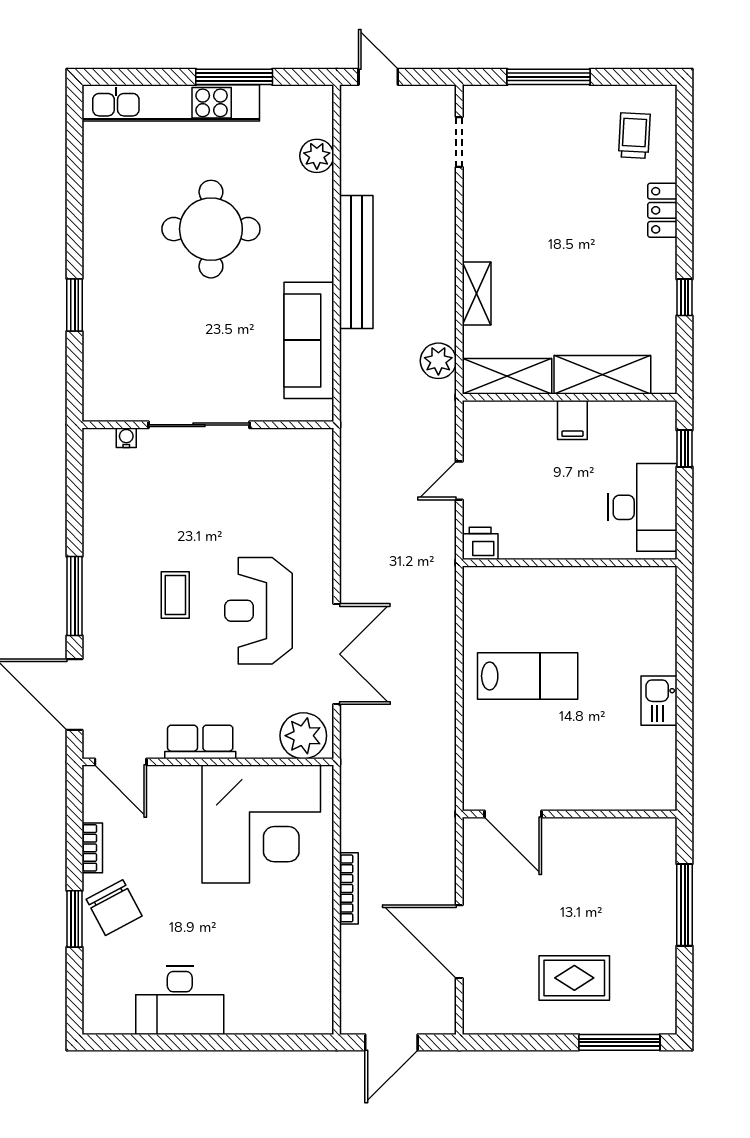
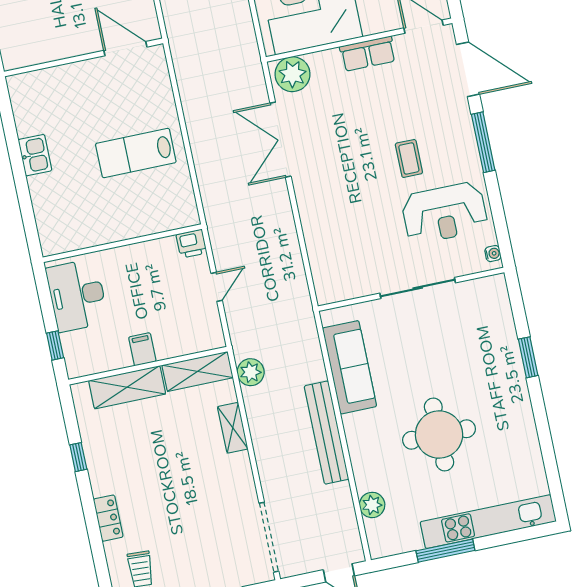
doorway: (459, 142) -> (269, 537), width x1.87
water cooler: (126, 438) -> (493, 254), moved, turned -90
reception desk: (258, 611) -> (444, 213), moved, turned 90

